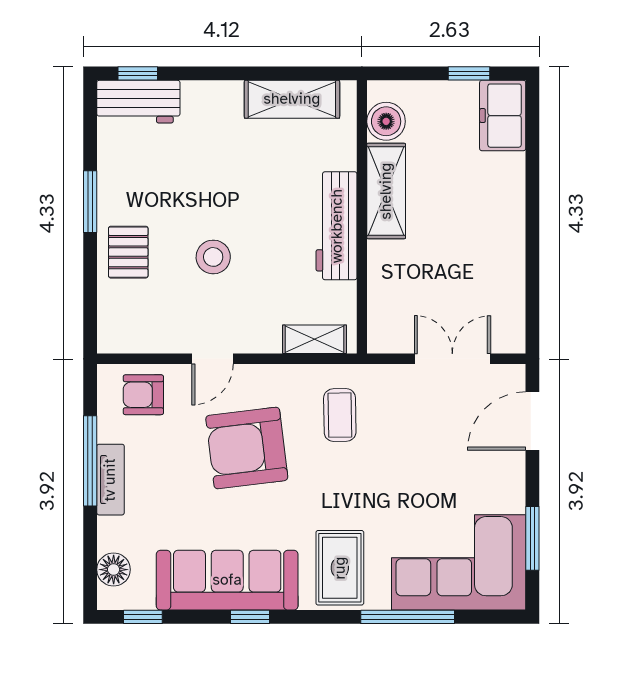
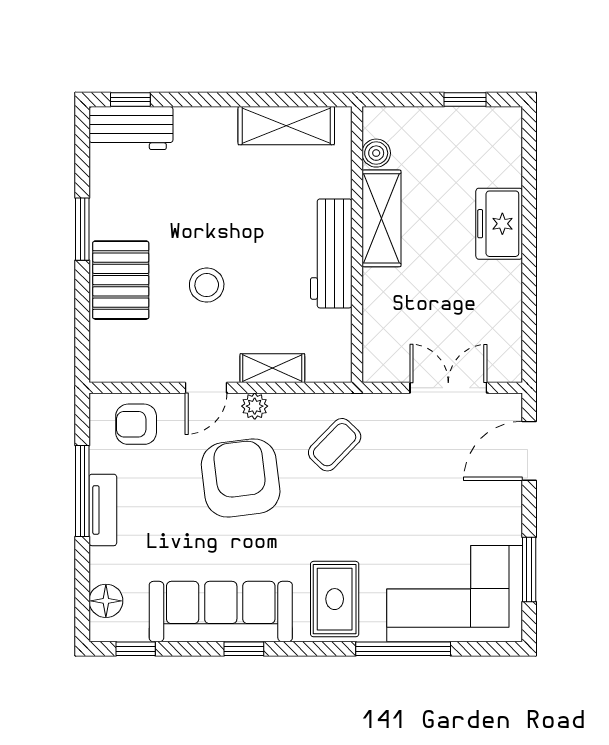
freezer: (503, 116) -> (499, 224), moved
boiler: (386, 121) -> (376, 153), width x0.73, depth x0.73
pallet: (128, 252) -> (121, 280), width x1.50, depth x1.42
shelving: (315, 339) -> (272, 368), moved
plant: (261, 377) -> (255, 406), added
coffee table: (340, 415) -> (335, 445), turned 45
armchair: (247, 448) -> (241, 478), turned 90

